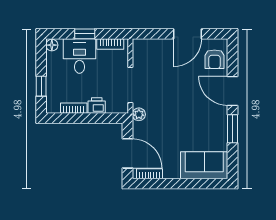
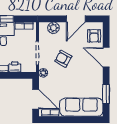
plant: (154, 47) -> (53, 28), added
armchair: (169, 93) -> (63, 59), added
window: (233, 129) -> (106, 94), moved
sofa: (204, 165) -> (81, 107), width x1.36

